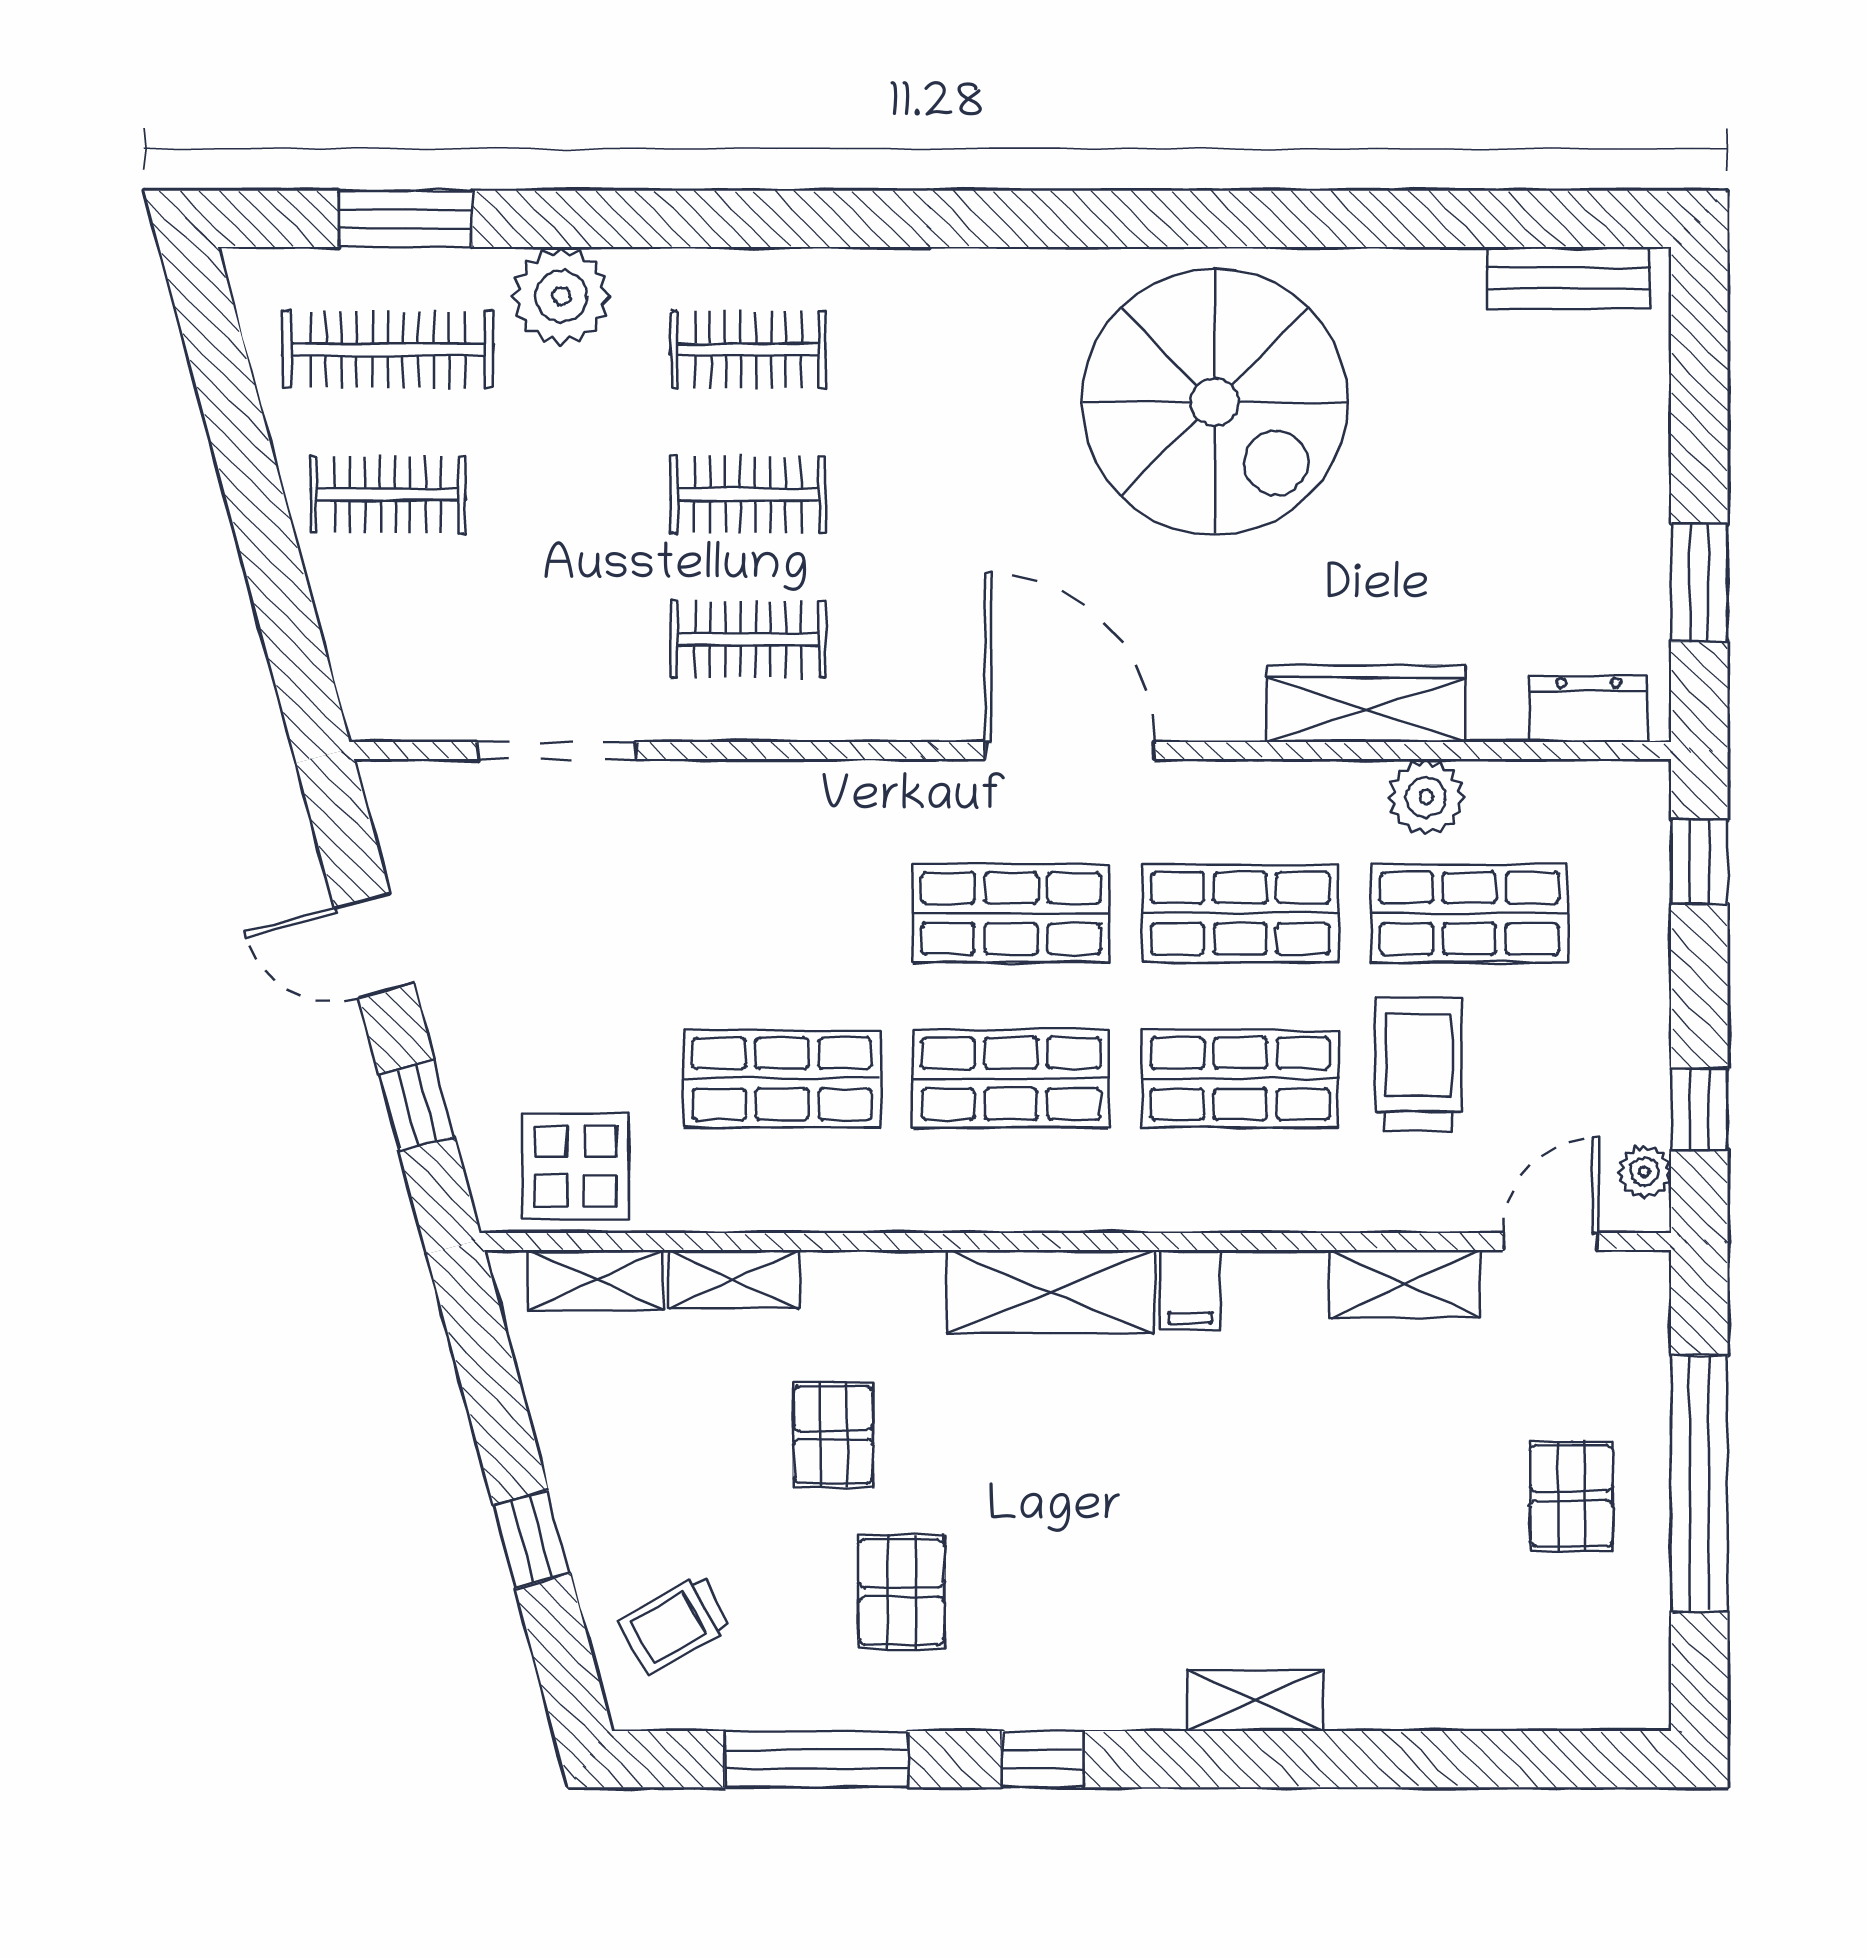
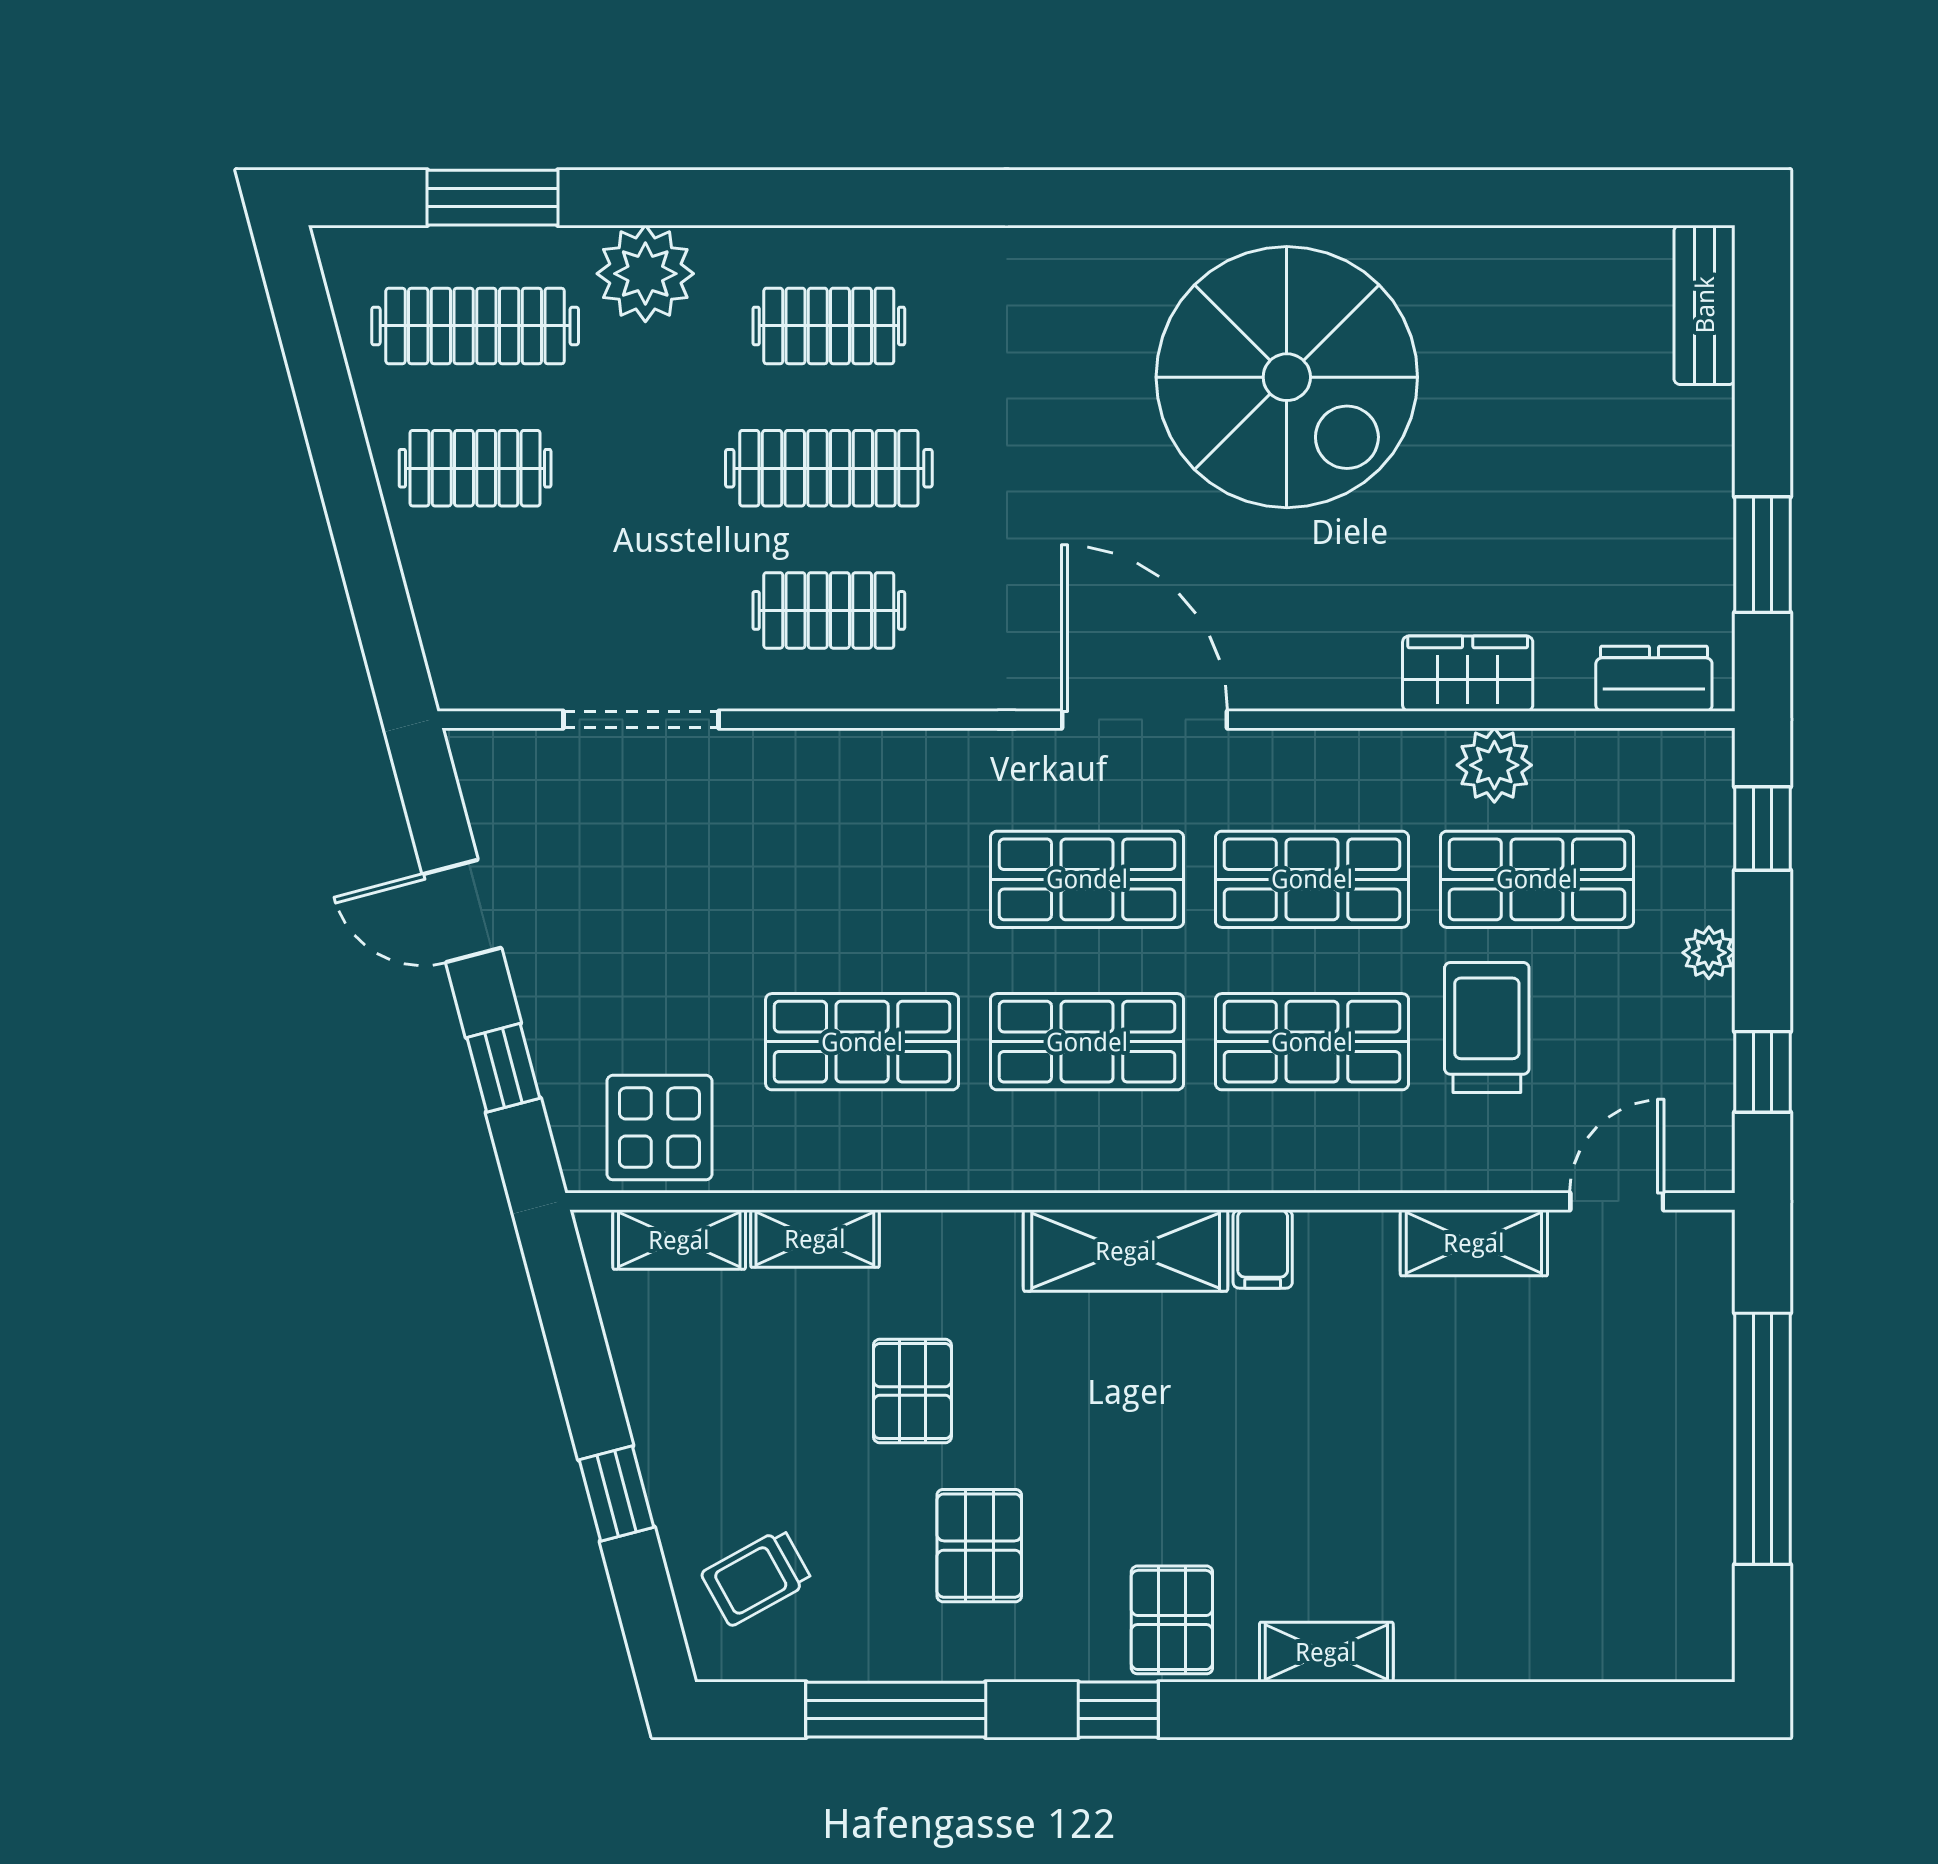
bench: (1569, 278) -> (1705, 305), moved, turned 90
clothes rail: (748, 495) -> (829, 468), width x1.36
wardrobe: (1366, 704) -> (1468, 674), width x0.67
plant: (1645, 1172) -> (1709, 953), moved
pallet: (1571, 1496) -> (1172, 1620), moved

